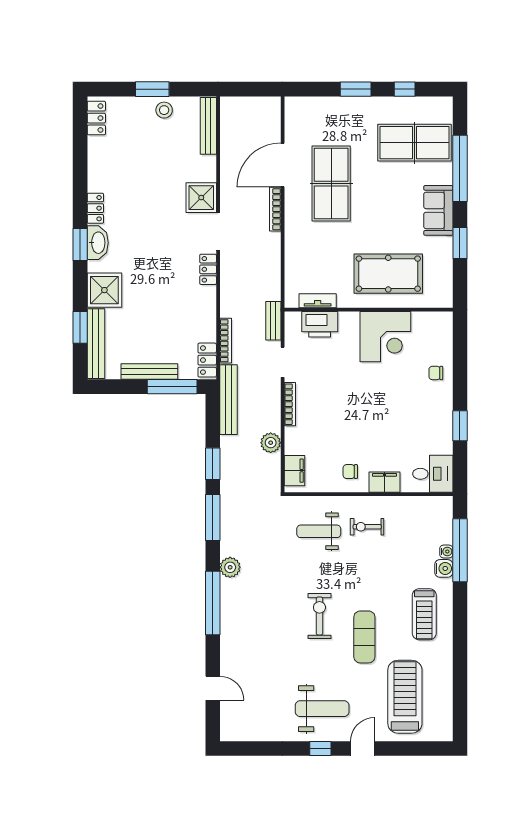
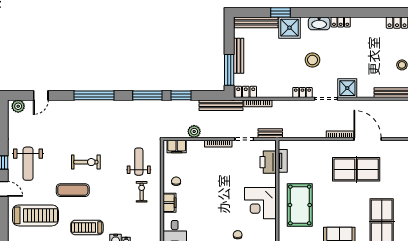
window: (80, 244) -> (318, 12), removed
stool: (156, 253) -> (312, 60), added
window: (80, 327) -> (280, 12), moved
plant: (230, 567) -> (18, 106), moved

